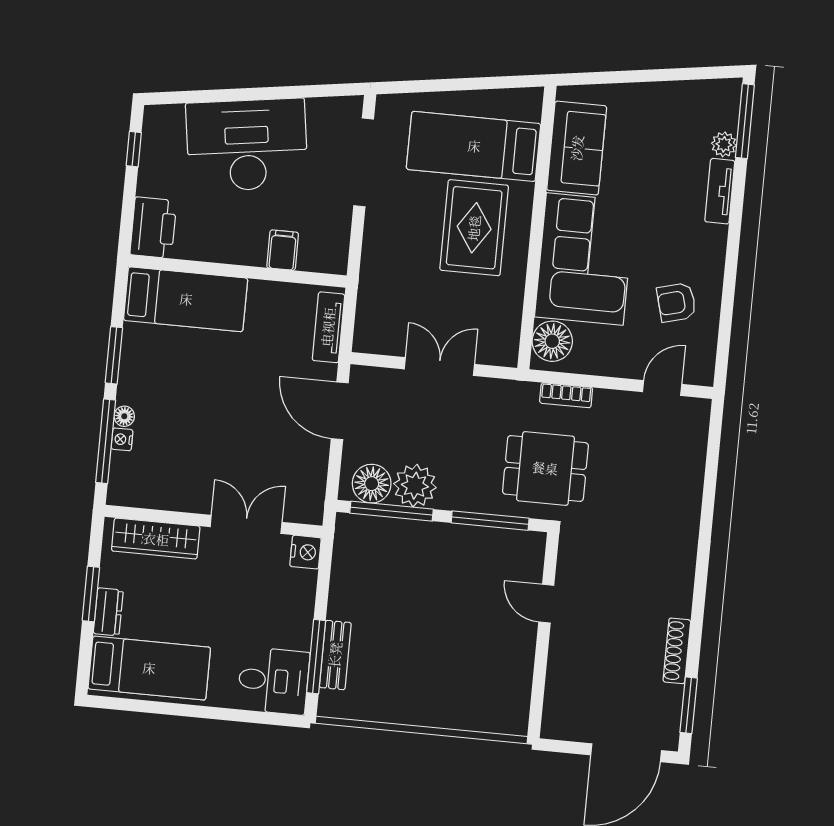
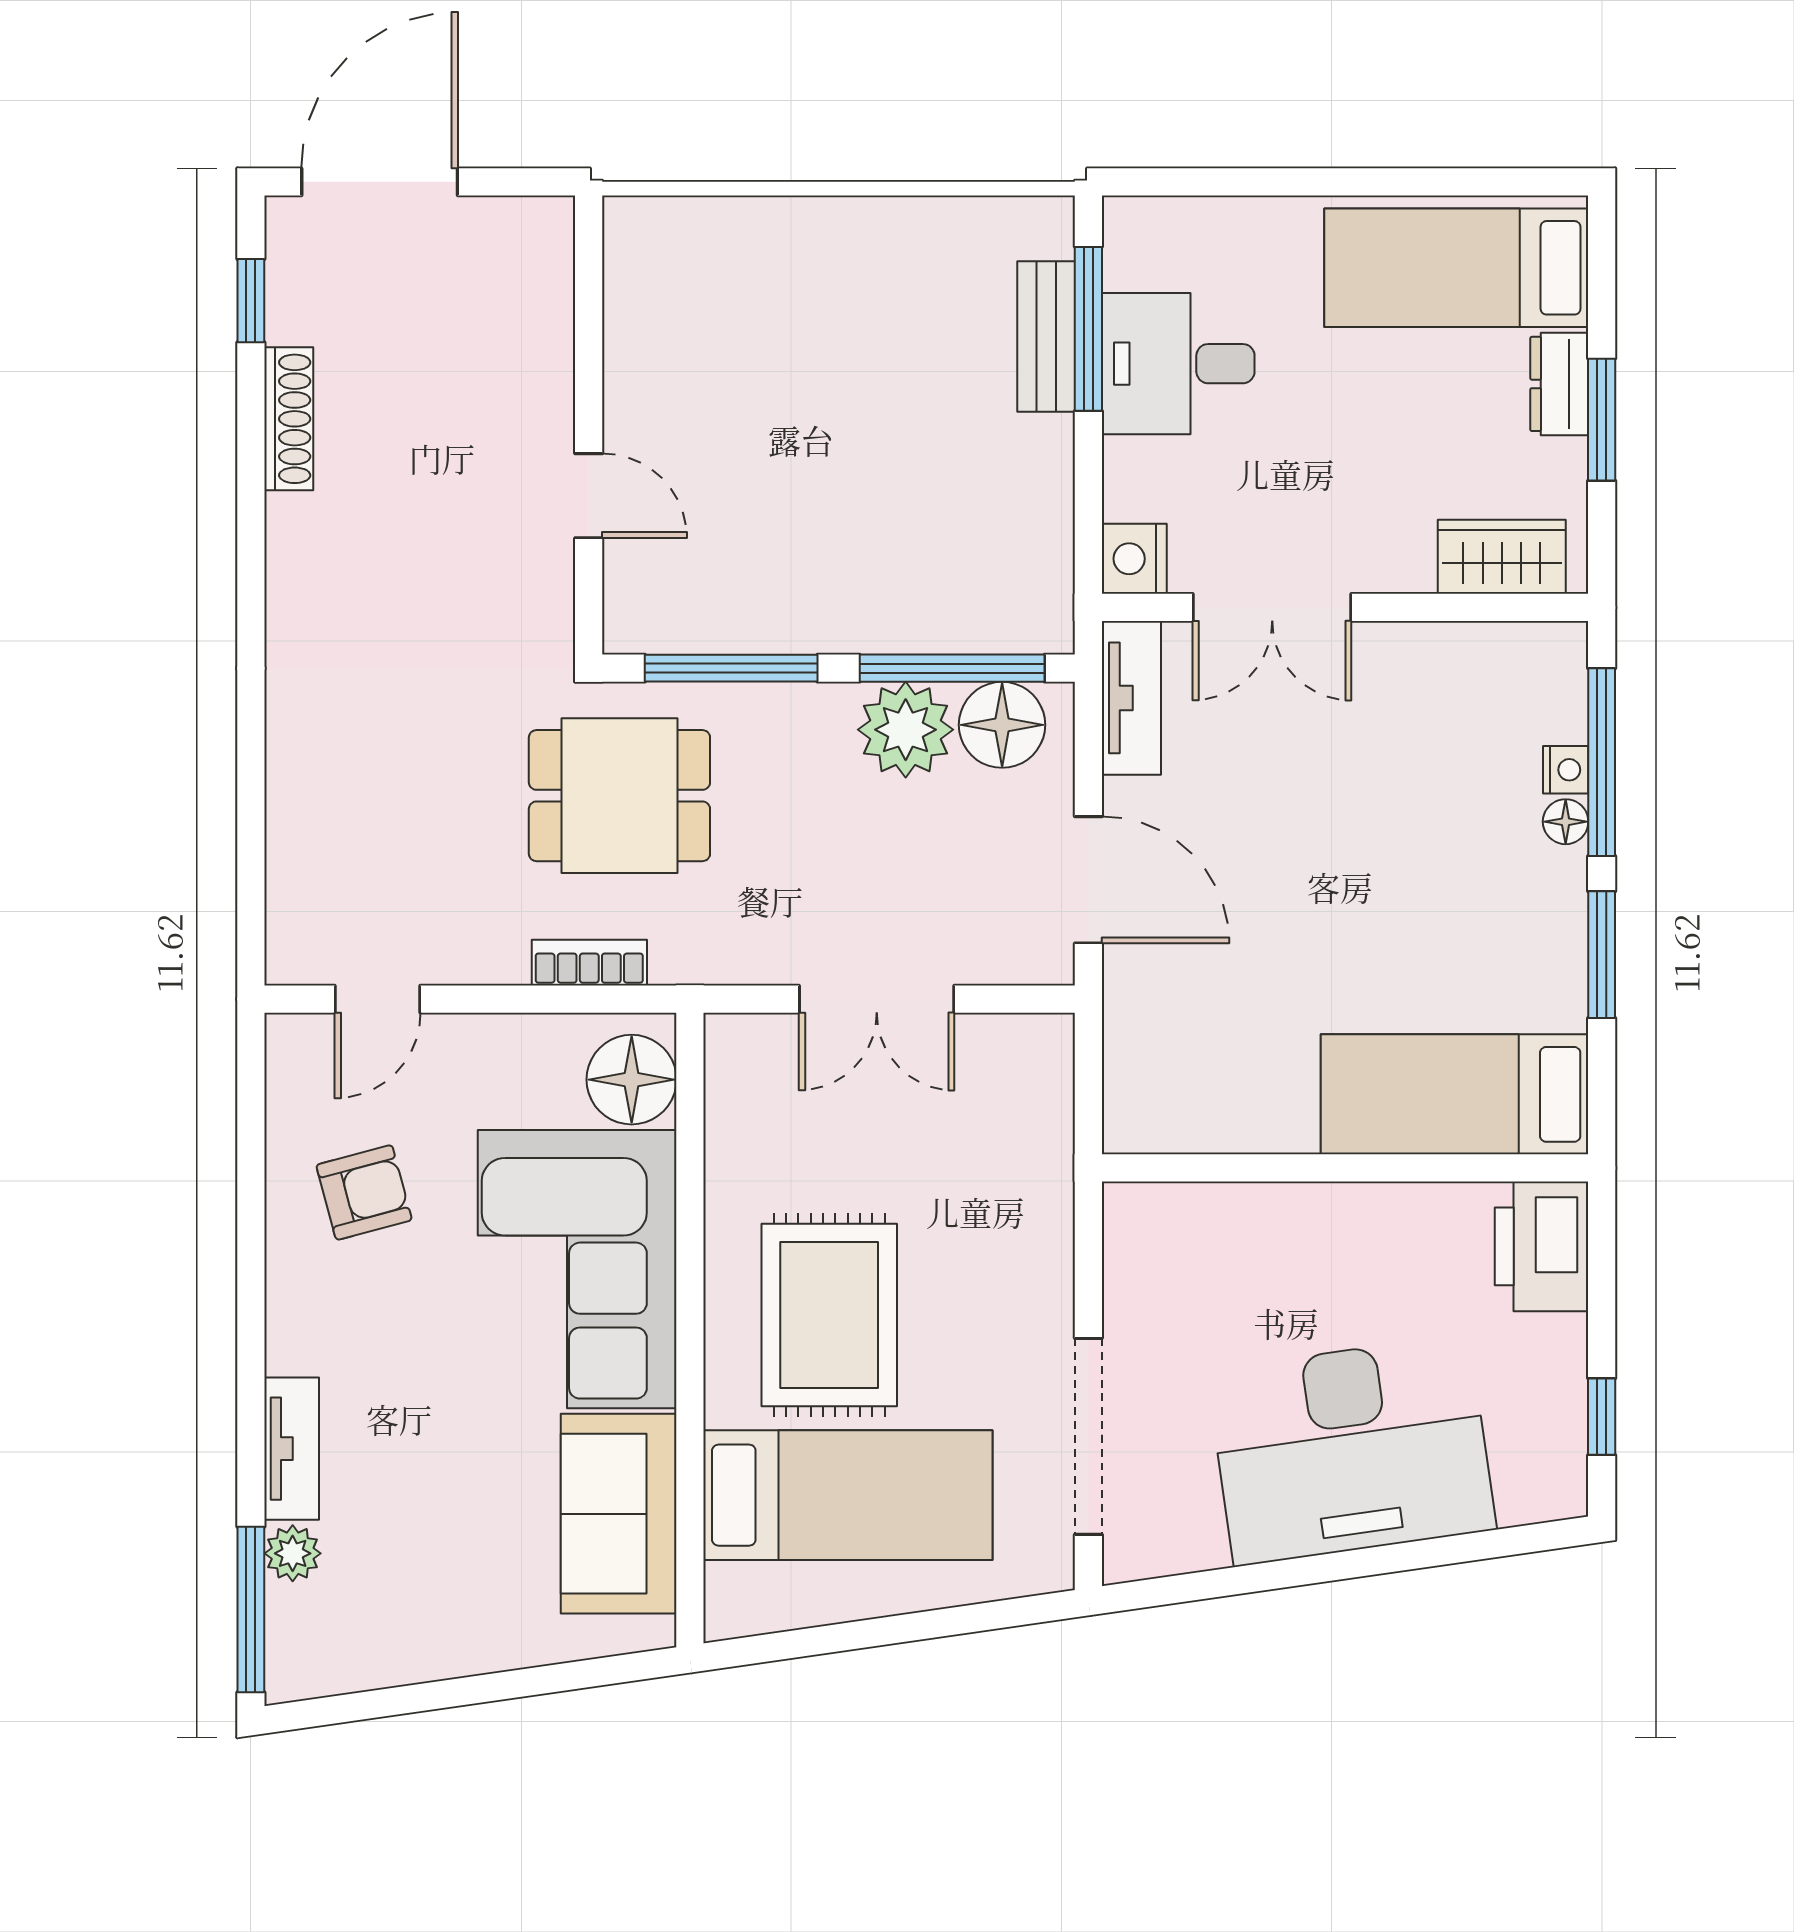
filing cabinet: (283, 250) -> (1250, 1224), removed
tv unit: (328, 327) -> (1131, 698), moved
wardrobe: (156, 539) -> (1502, 557), width x0.67
desk: (273, 681) -> (1178, 364), moved
window: (689, 705) -> (251, 301), width x0.67

